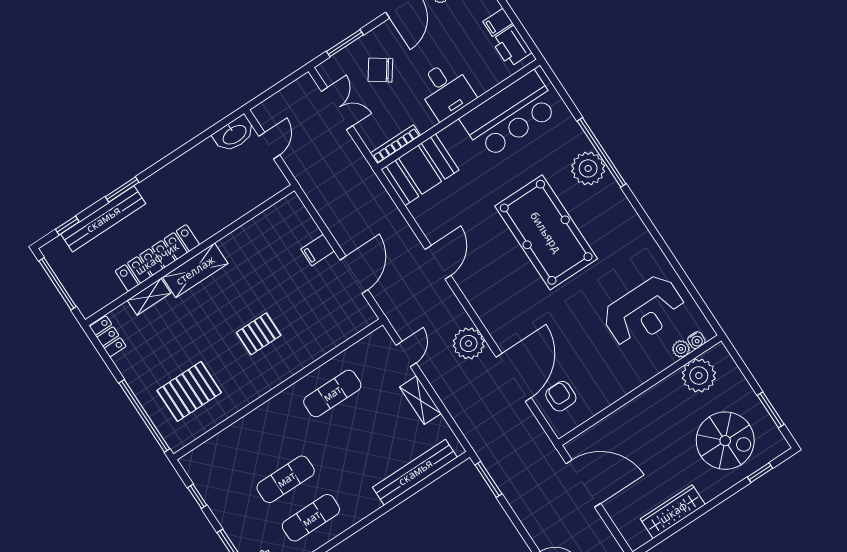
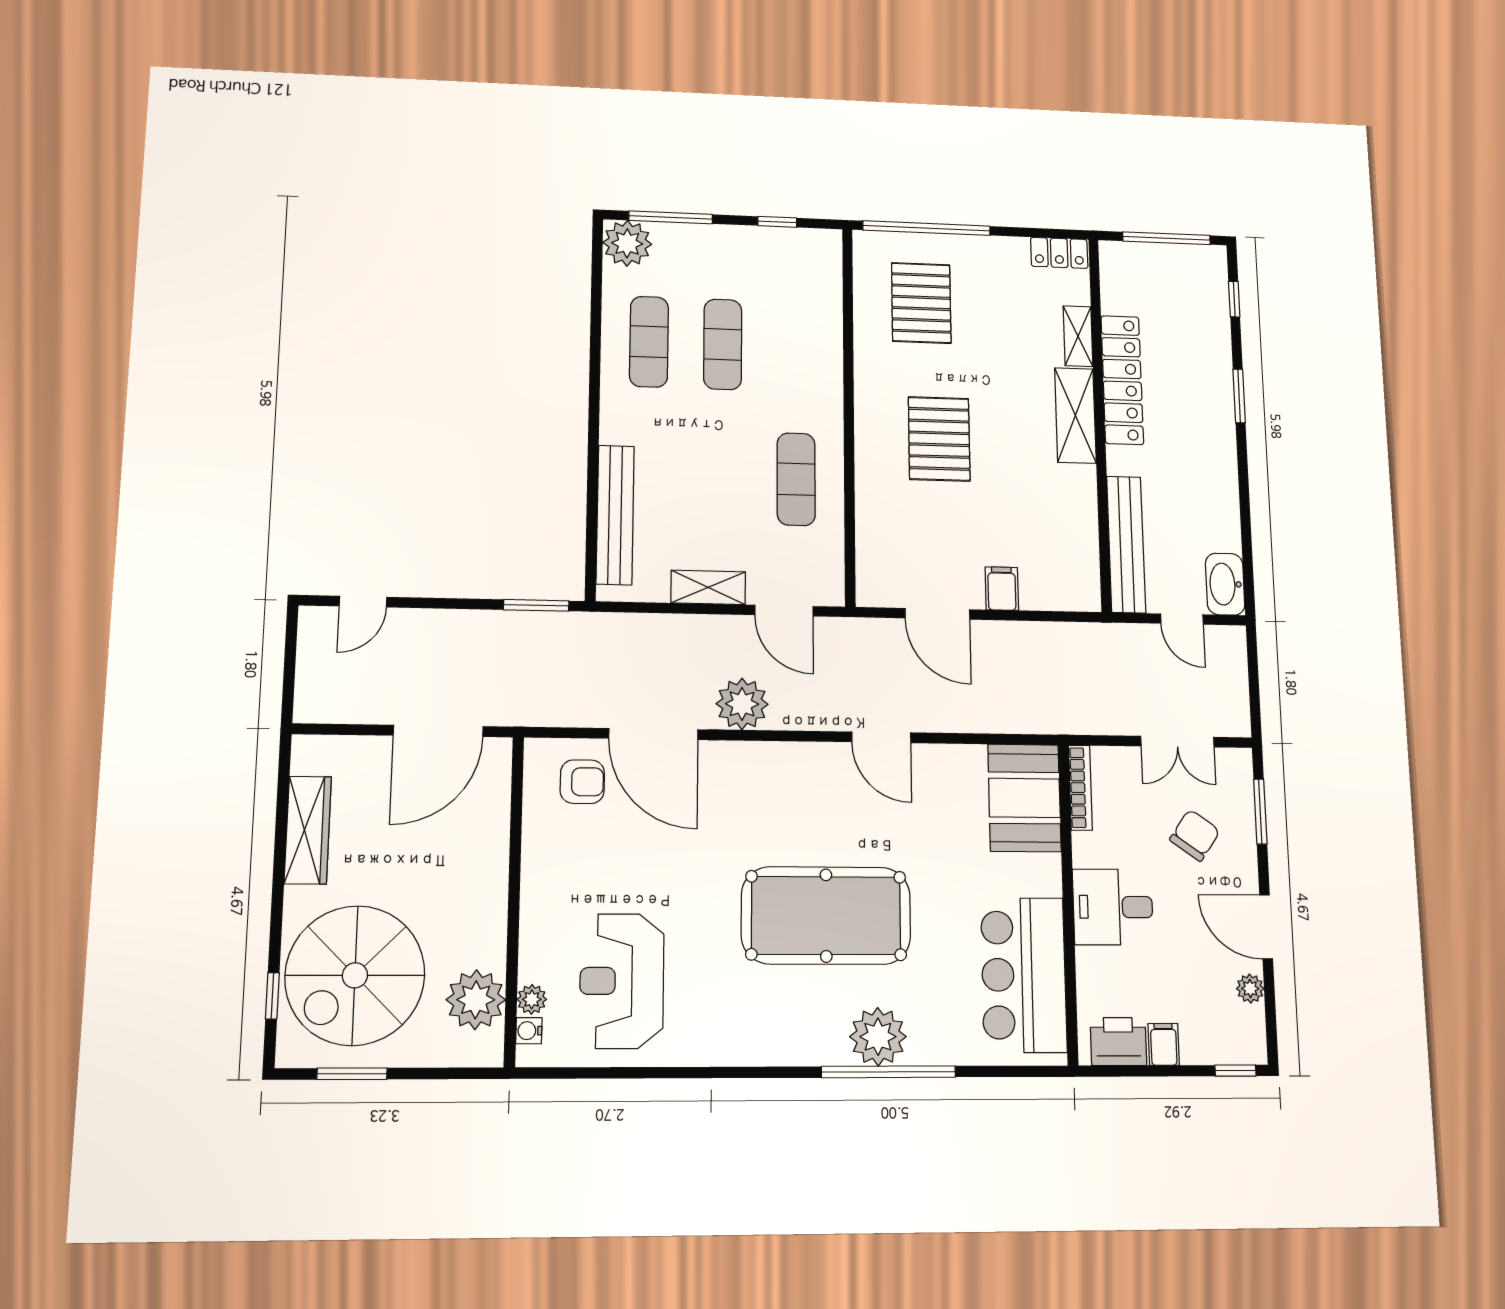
bench: (103, 219) -> (1126, 544), moved
pallet: (259, 334) -> (939, 439), width x1.50, depth x1.42
door: (406, 354) -> (784, 611), width x1.38
spiral stairs: (725, 441) -> (355, 975), width x1.37, depth x1.37

